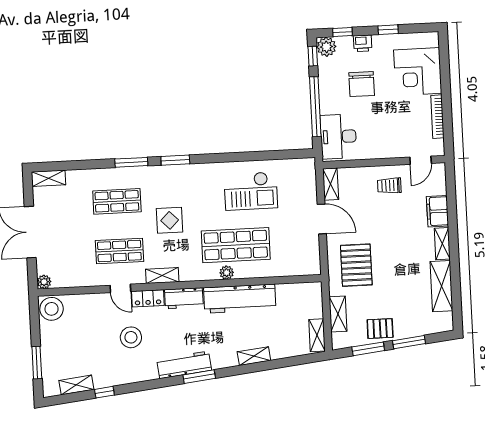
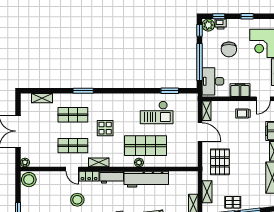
printer: (363, 43) -> (221, 24), moved
filing cabinet: (383, 148) -> (240, 90), added
window: (175, 160) -> (170, 91), moved
shelving: (48, 178) -> (42, 98), moved

